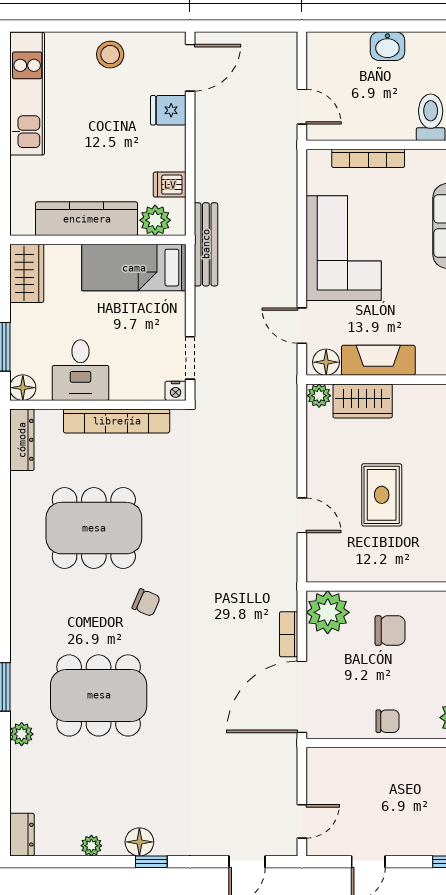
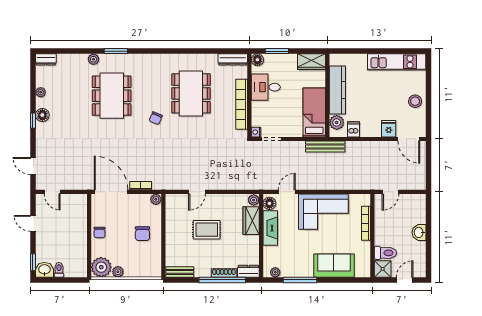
plant: (328, 612) -> (156, 199), width x0.53, depth x0.53

